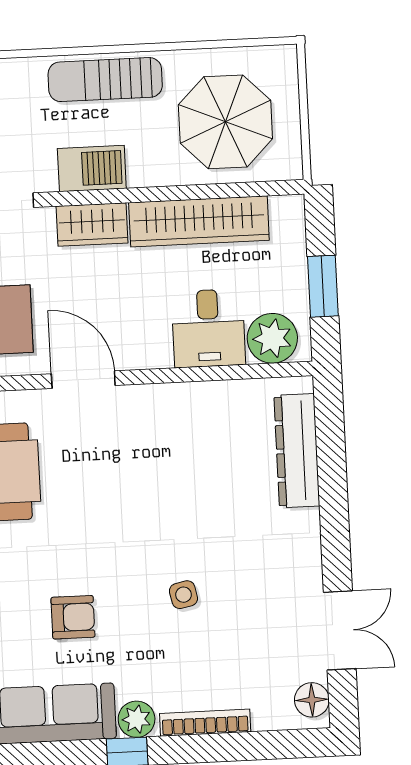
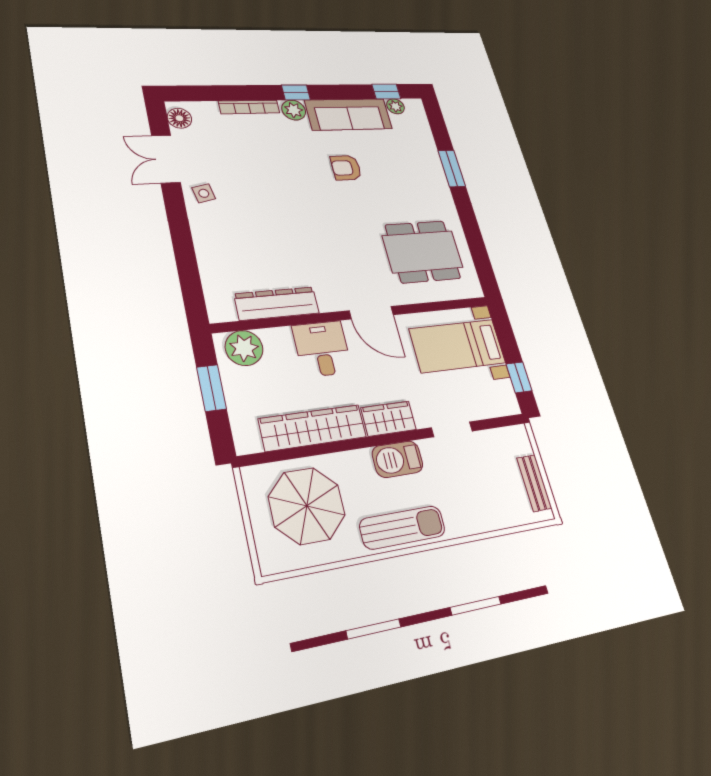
desk: (208, 328) -> (322, 349), moved
dresser: (297, 451) -> (277, 304), moved, turned -90
side table: (183, 595) -> (204, 193), moved

